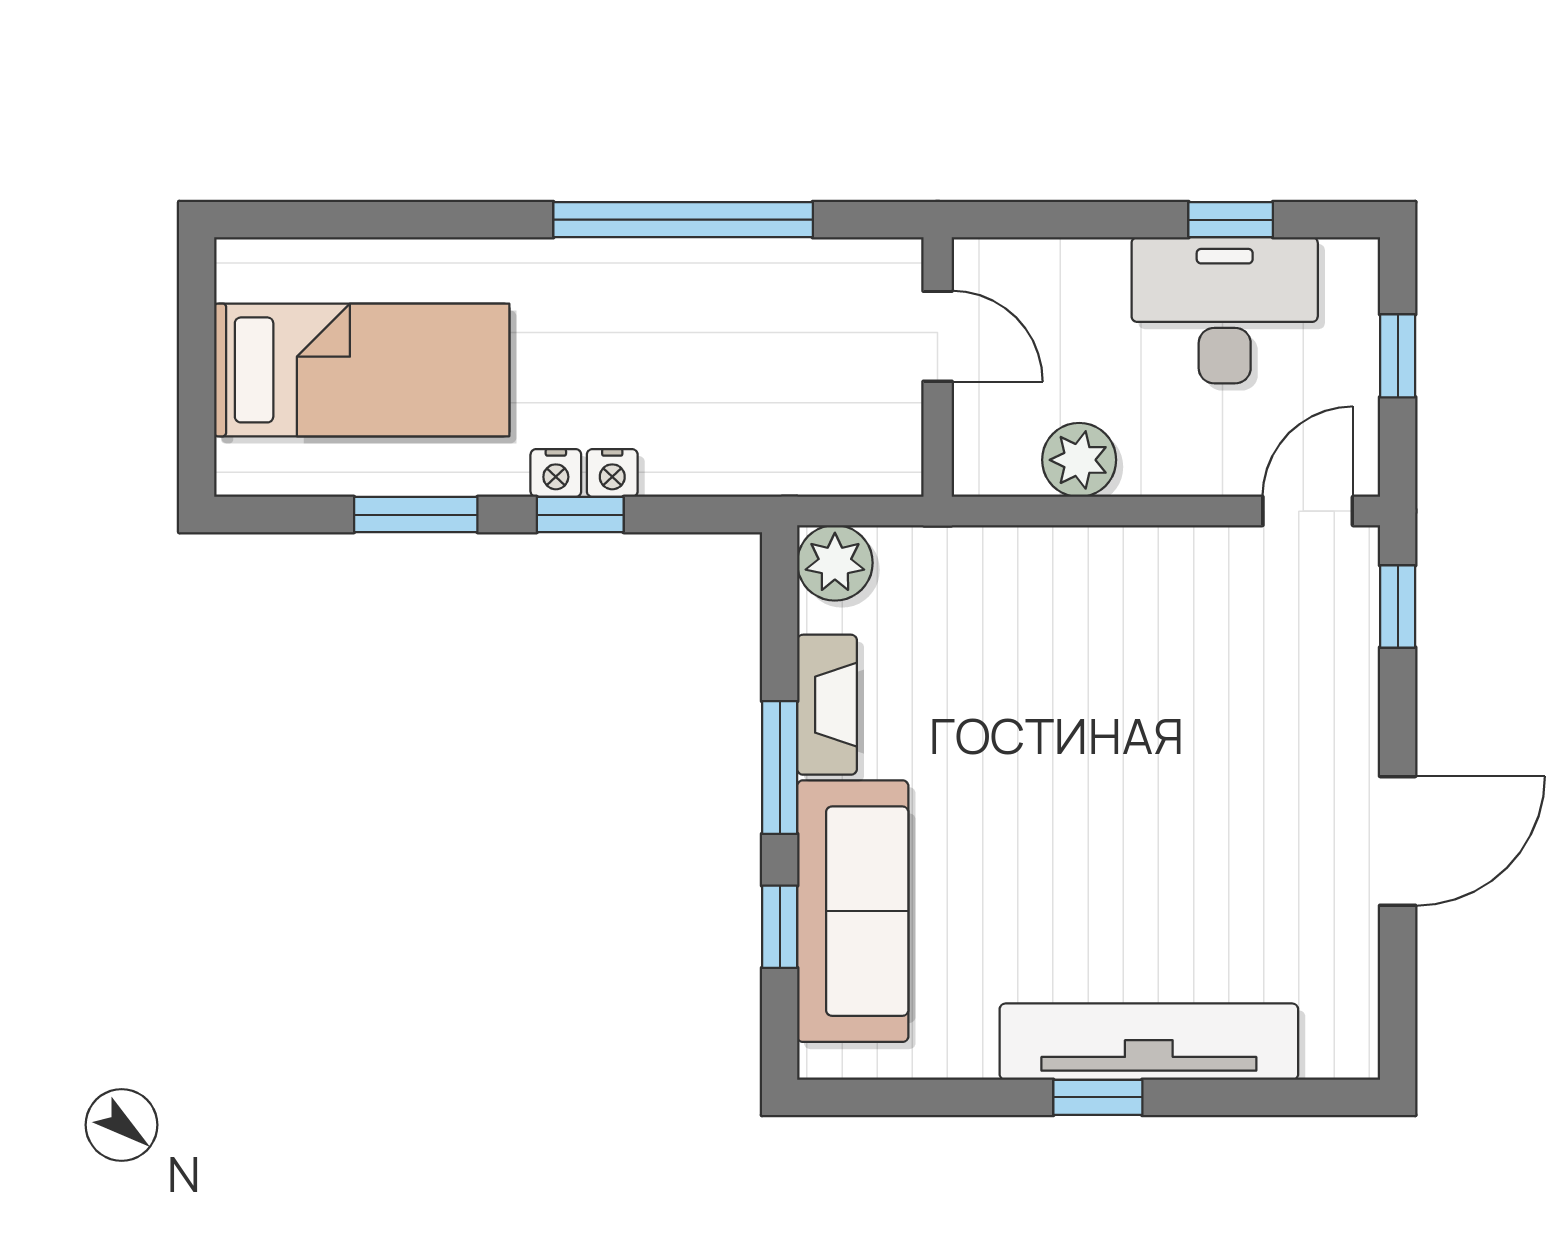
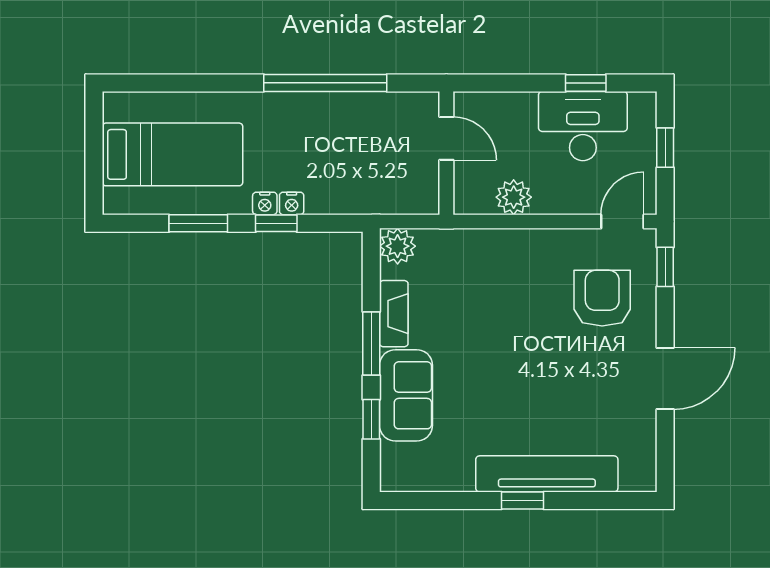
armchair: (1265, 672) -> (602, 298), added
sofa: (853, 911) -> (406, 395), width x0.73

